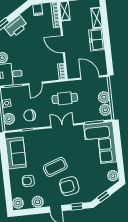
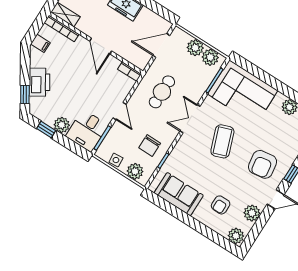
door: (63, 44) -> (101, 46), hinge flipped
coffee table: (55, 167) -> (222, 141), moved

